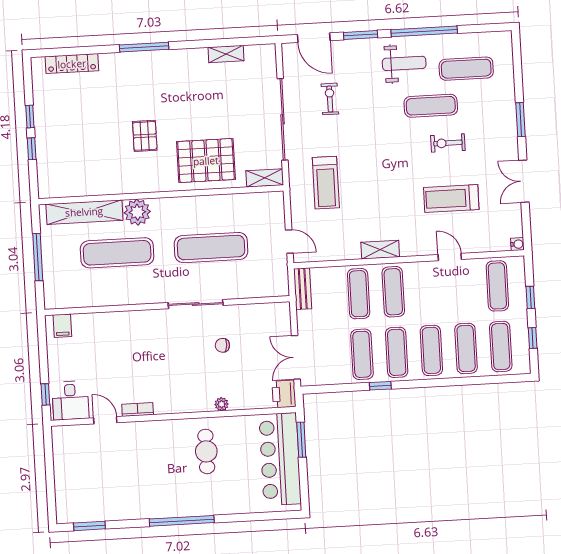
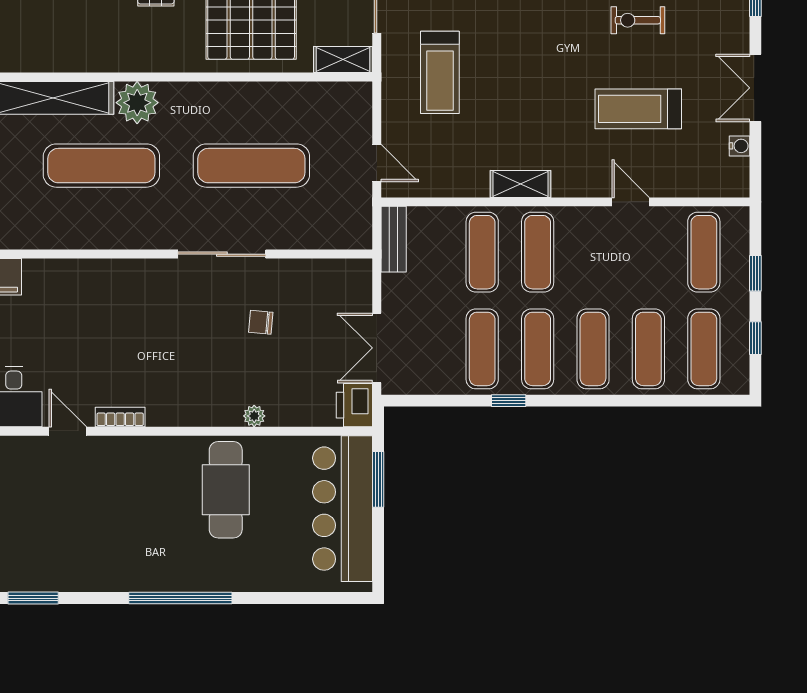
water cooler: (517, 244) -> (739, 146), moved
cafe table: (206, 451) -> (226, 490), width x1.37, depth x1.35

